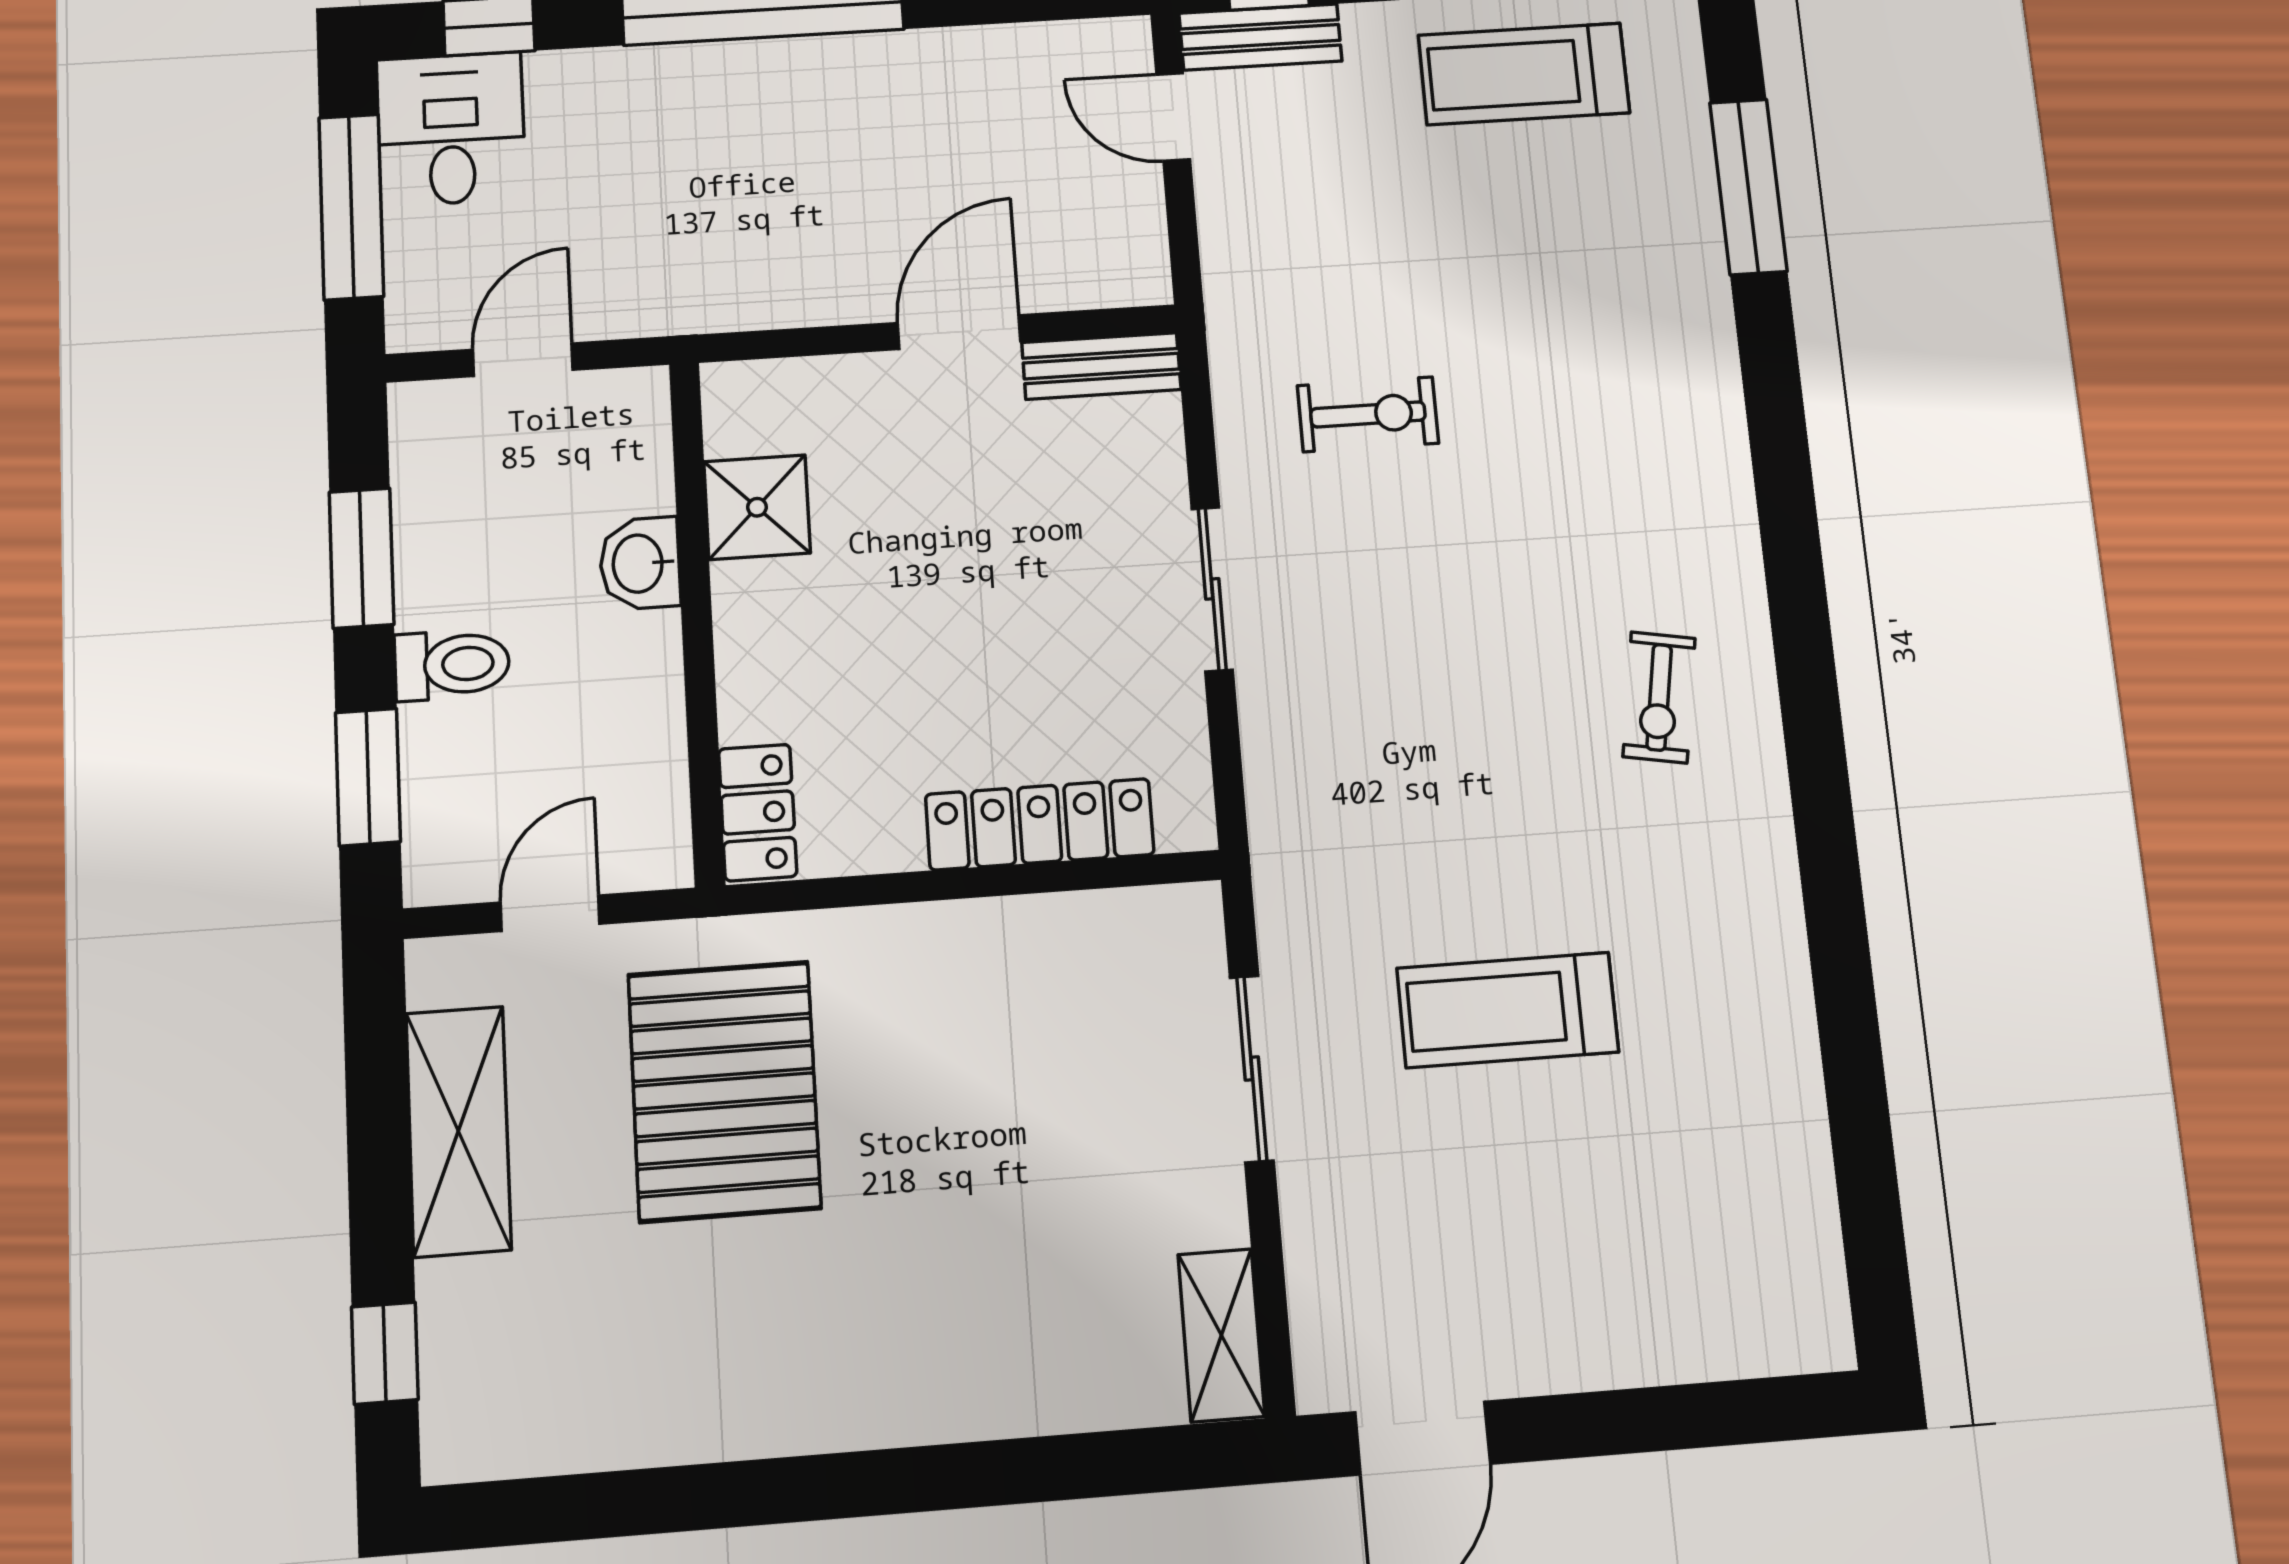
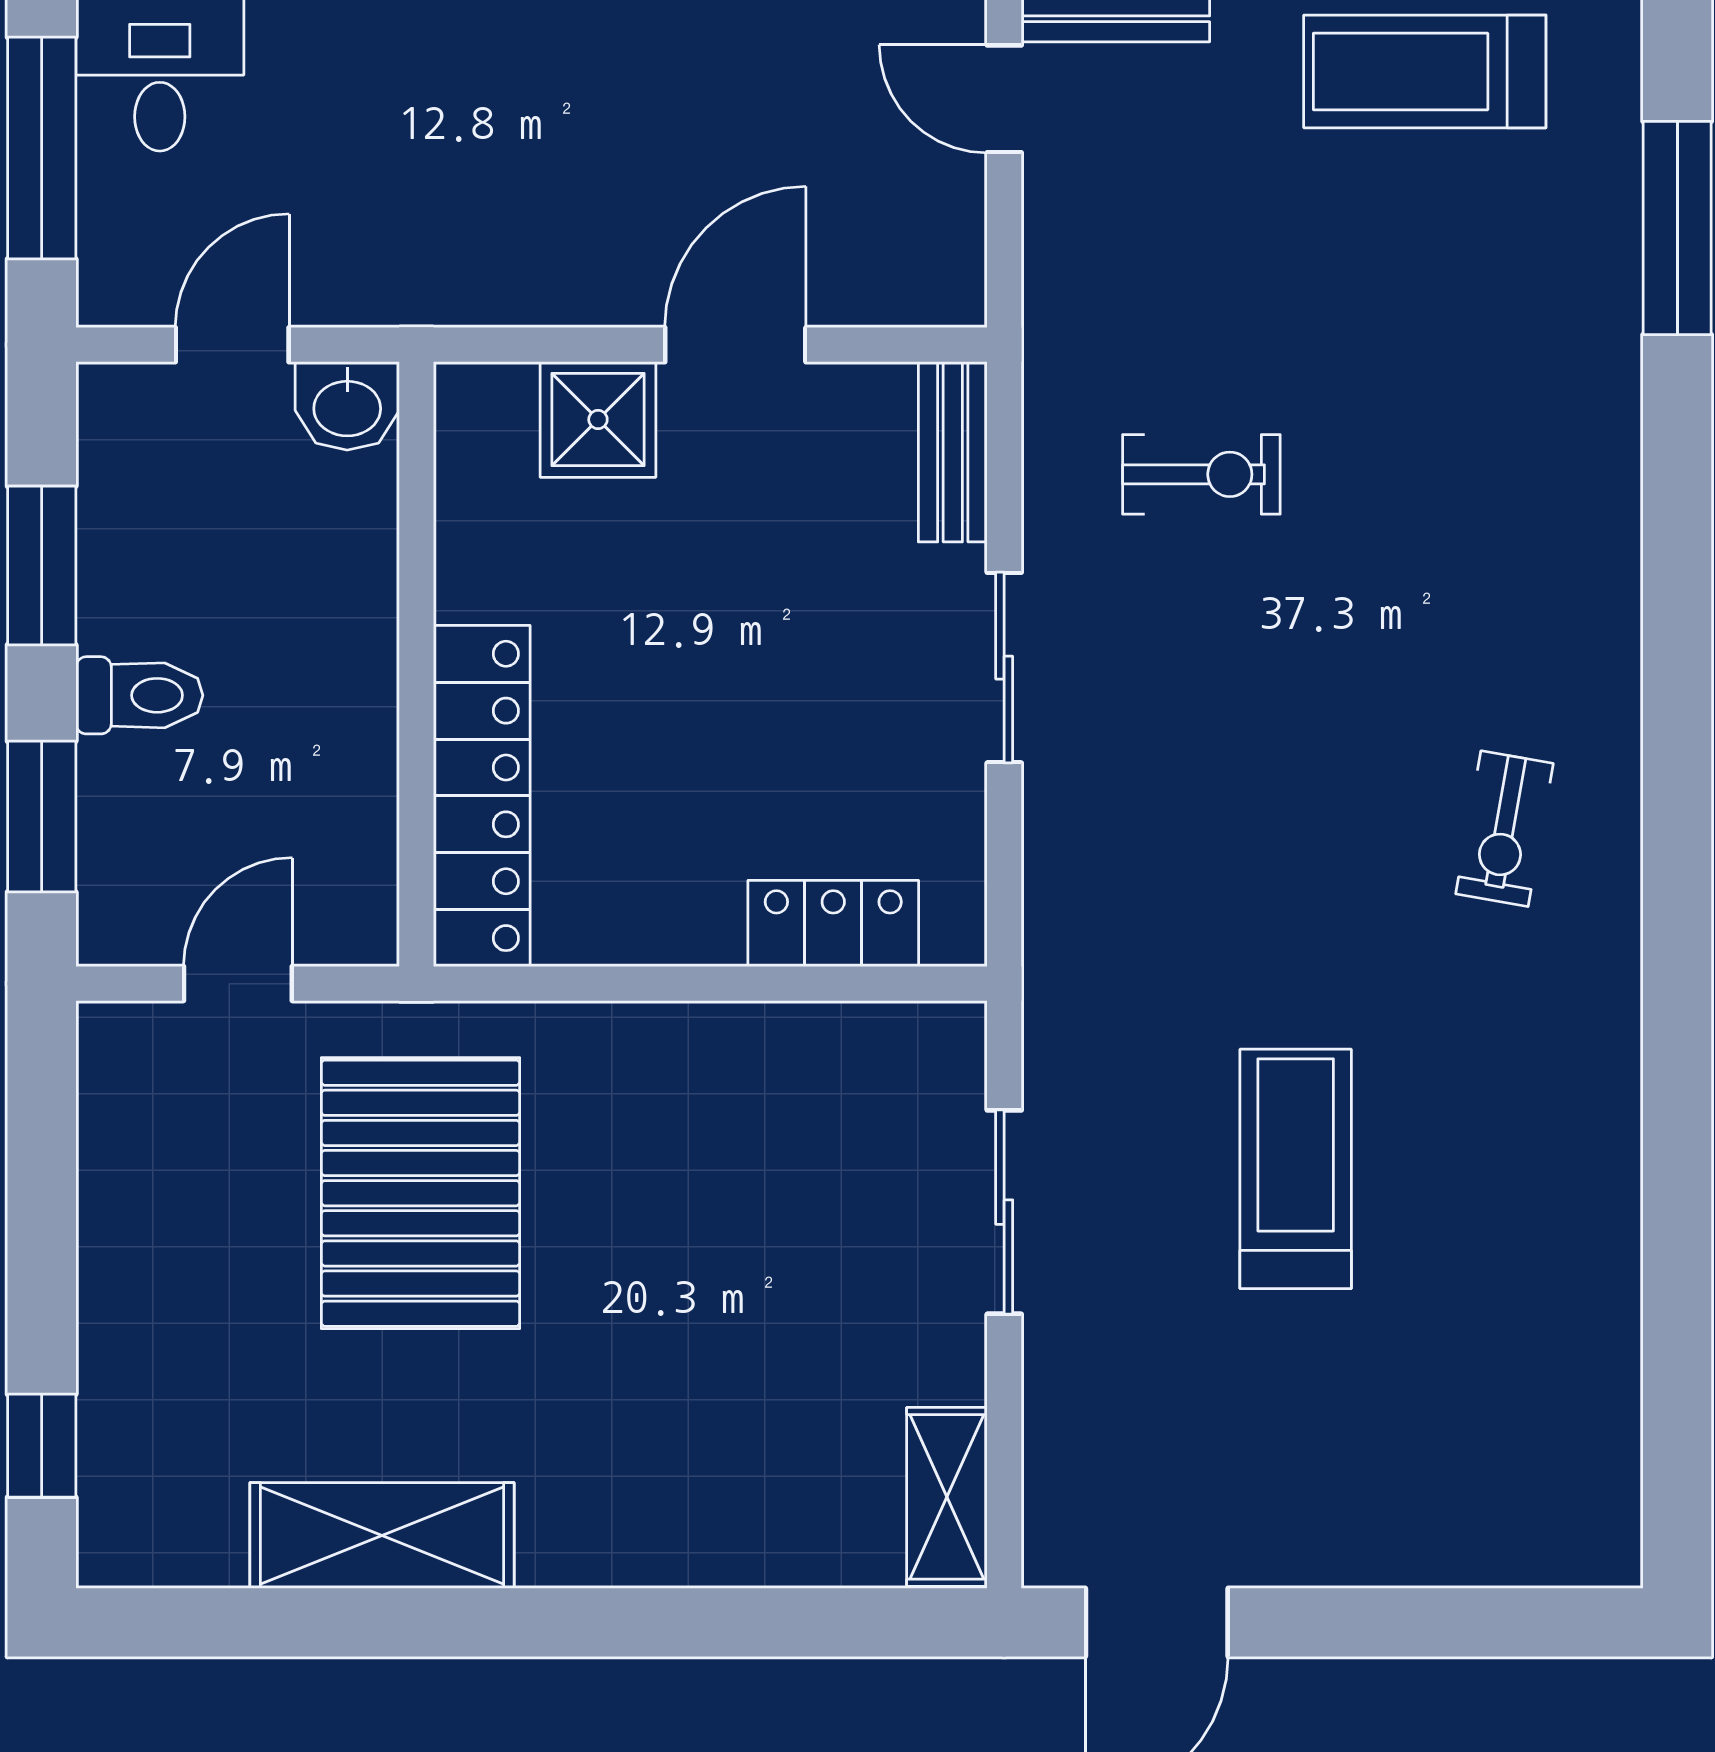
bench: (1101, 366) -> (953, 452), moved, turned 90
shower: (757, 507) -> (598, 420), moved
washbasin: (640, 563) -> (347, 406), moved, turned -90
locker: (758, 812) -> (482, 796), width x2.16, depth x1.21
locker: (1040, 824) -> (833, 923), width x0.66
treadmill: (1508, 1010) -> (1296, 1169), turned 90
shelving: (458, 1131) -> (382, 1535), moved, turned 90

